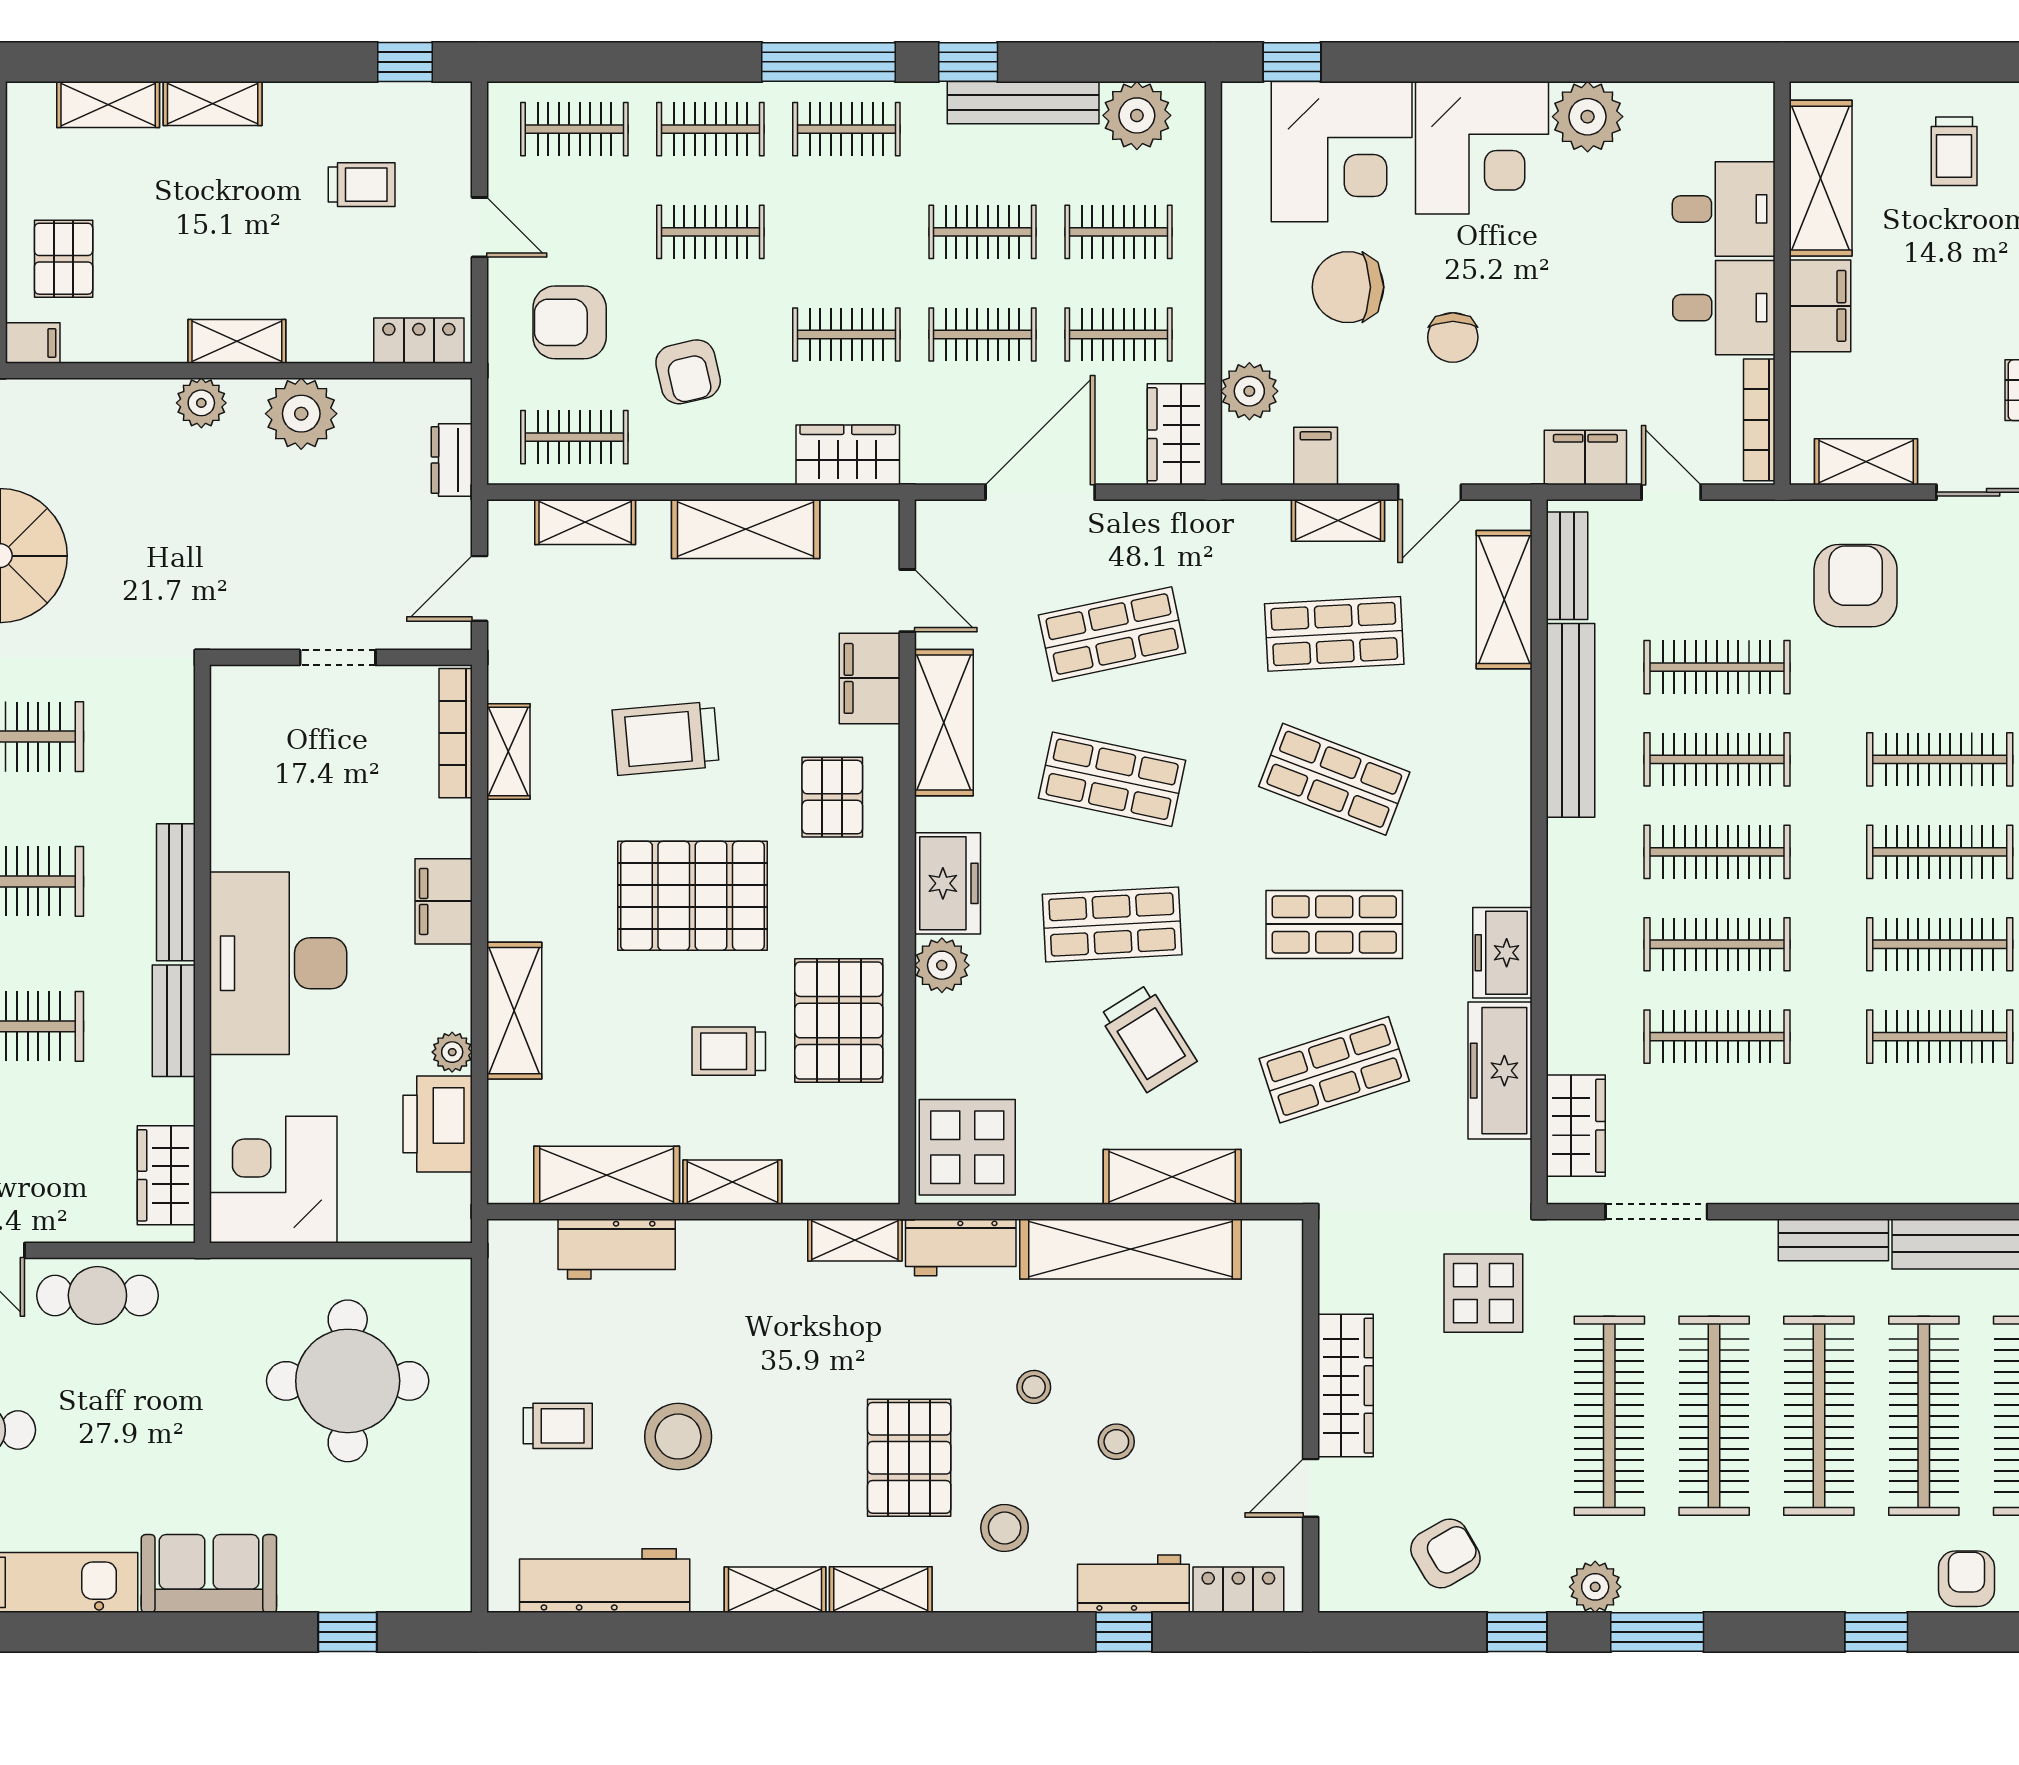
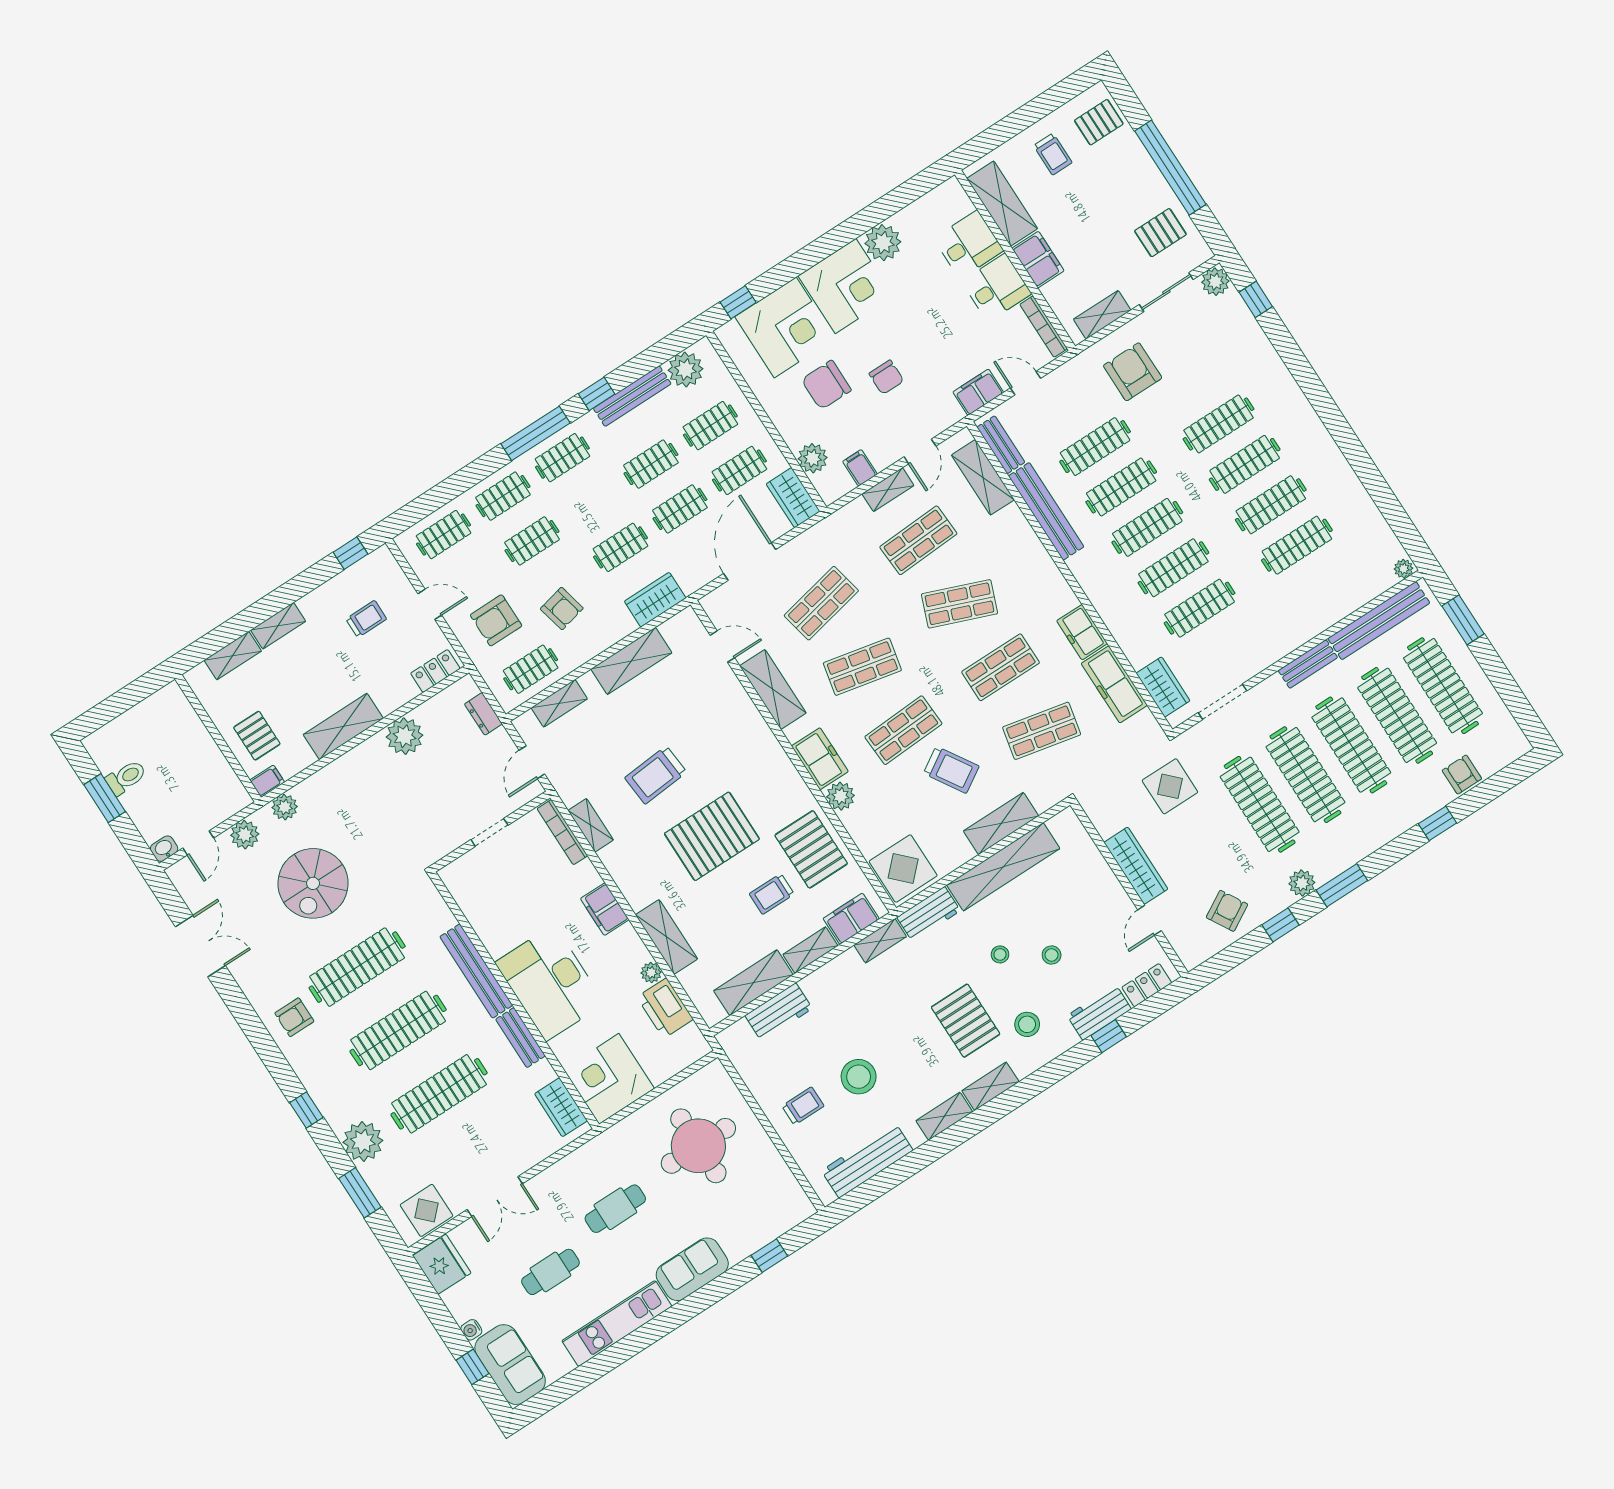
shelving: (237, 341) -> (343, 726), width x1.50, depth x1.33
plant: (201, 403) -> (285, 807), moved
filing cabinet: (870, 678) -> (851, 919), moved, turned 90
pallet: (832, 797) -> (745, 754), removed
bench: (176, 892) -> (476, 971), width x1.37, depth x1.21
shop shelf: (1334, 1070) -> (1042, 731), turned 30
cafe table: (97, 1295) -> (615, 1209), moved

